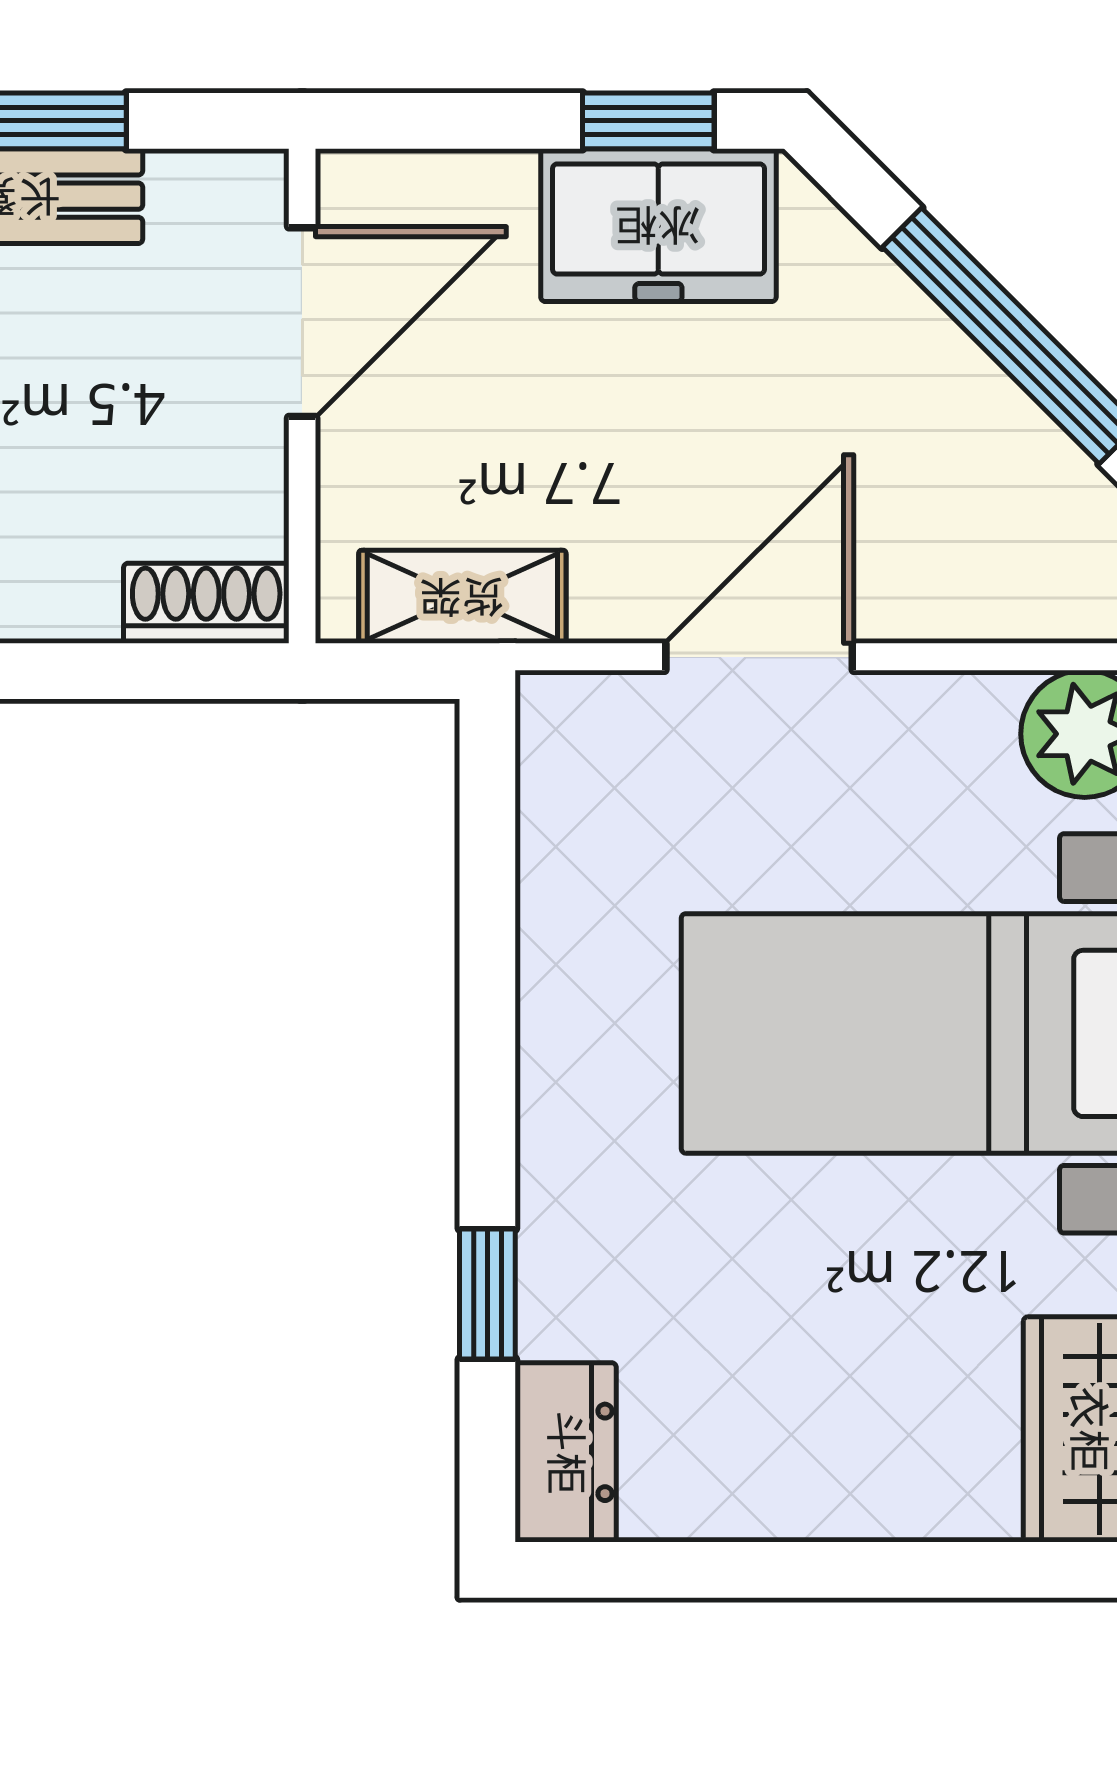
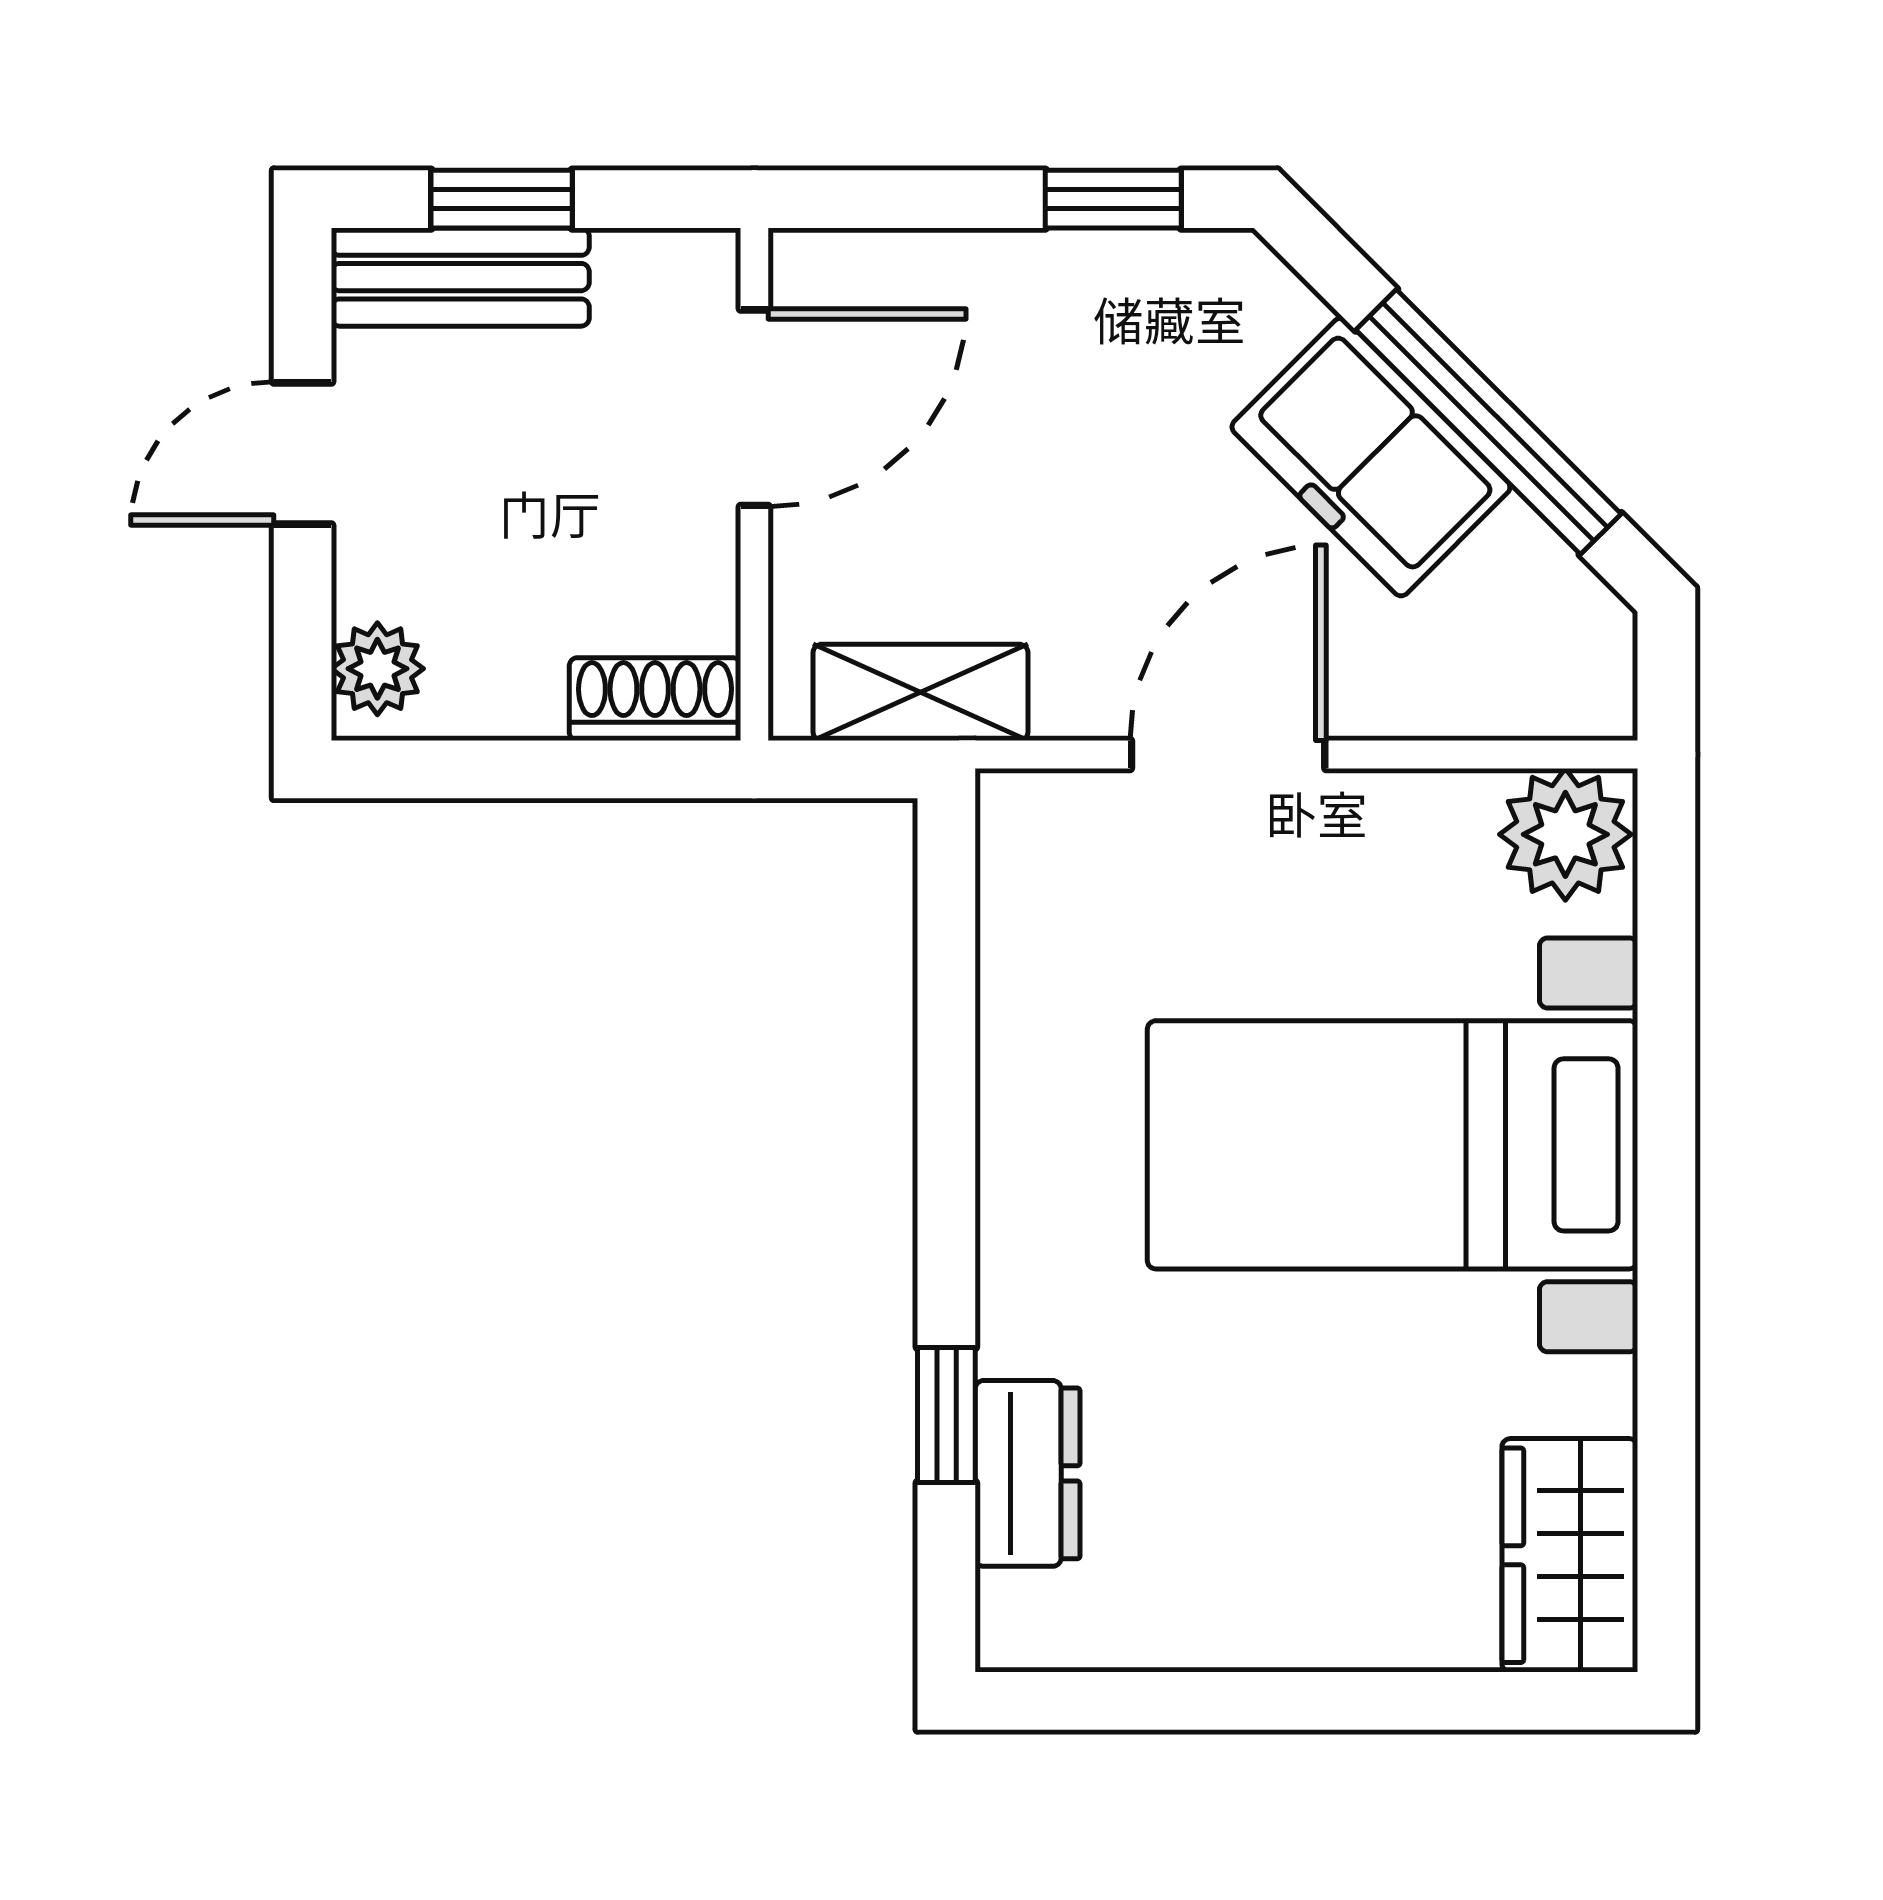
freezer: (658, 225) -> (1371, 457), moved, turned 45
dresser: (566, 1452) -> (1028, 1473), moved

